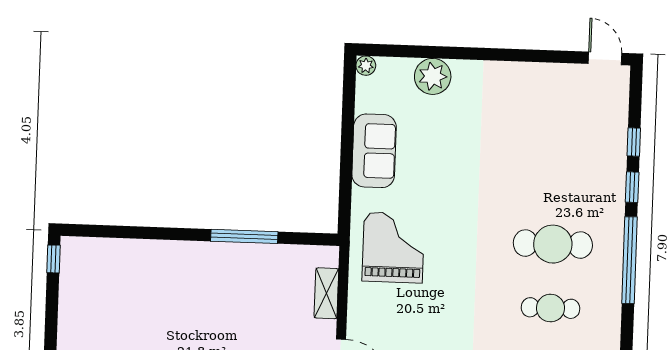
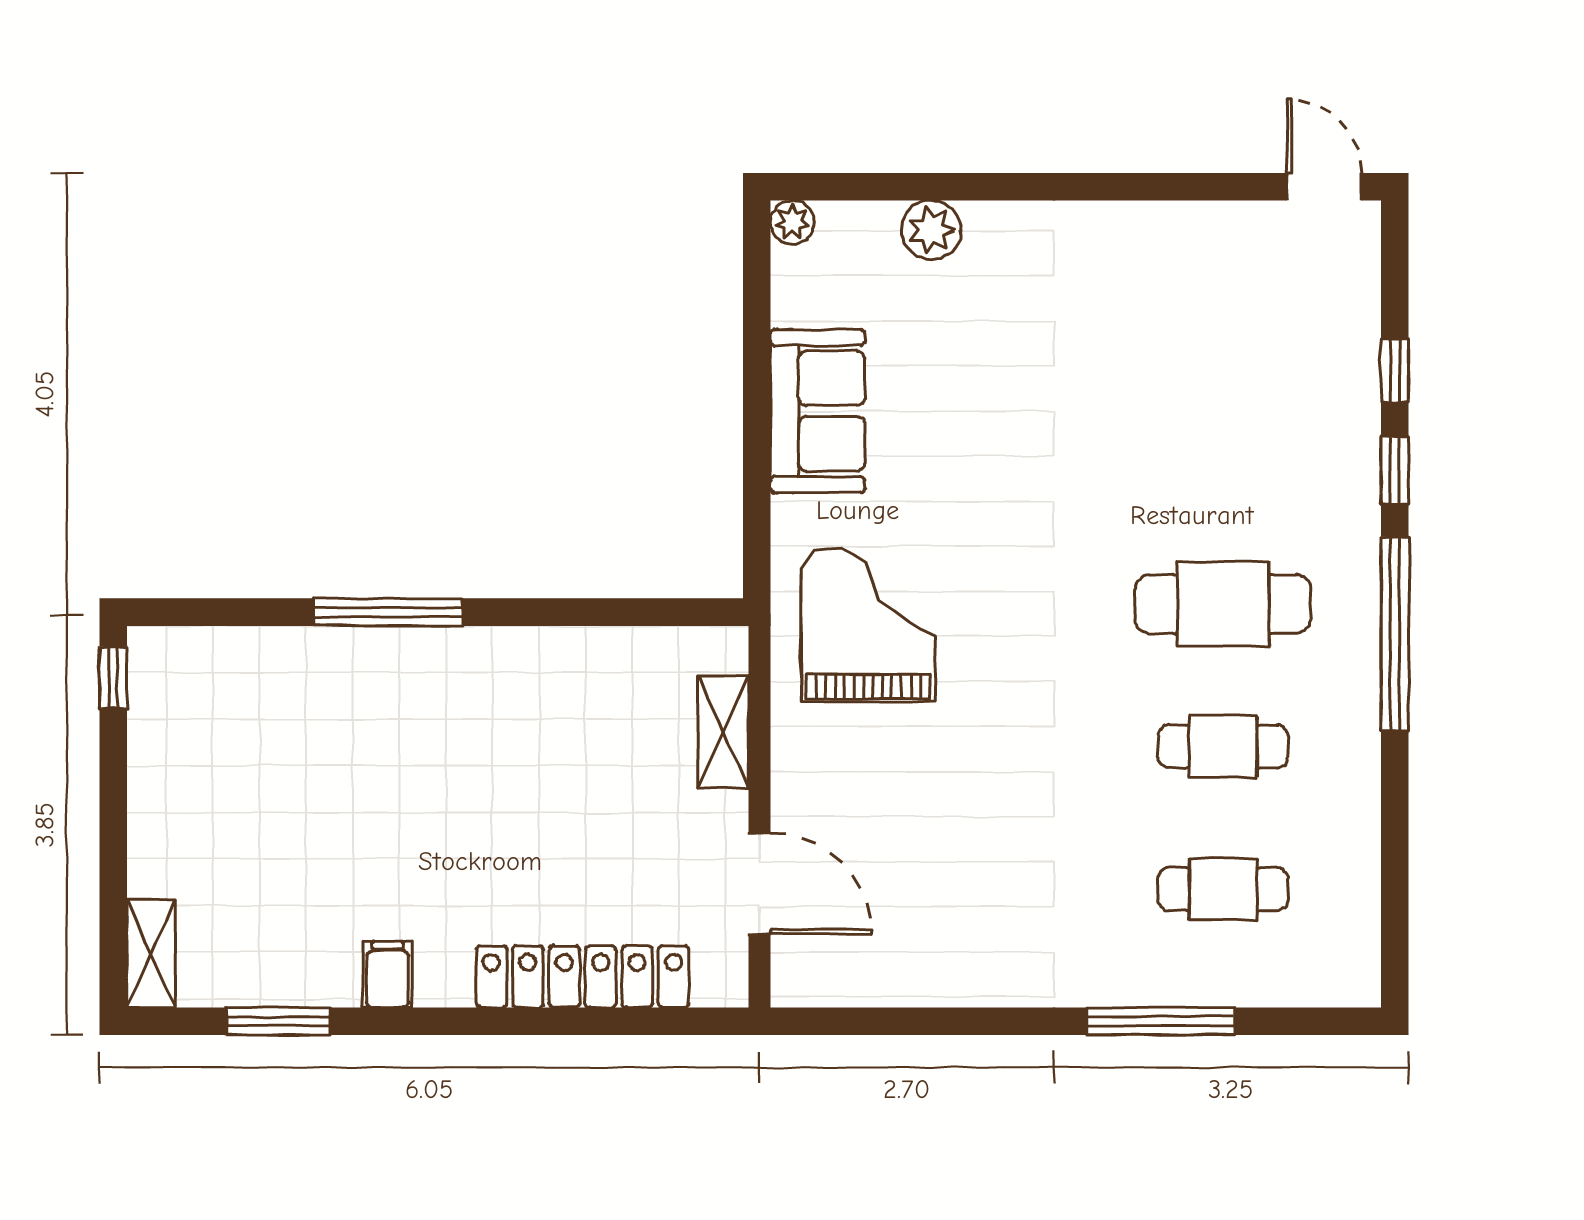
plant: (433, 76) -> (931, 230), width x0.73, depth x0.73
window: (244, 236) -> (388, 612), moved

